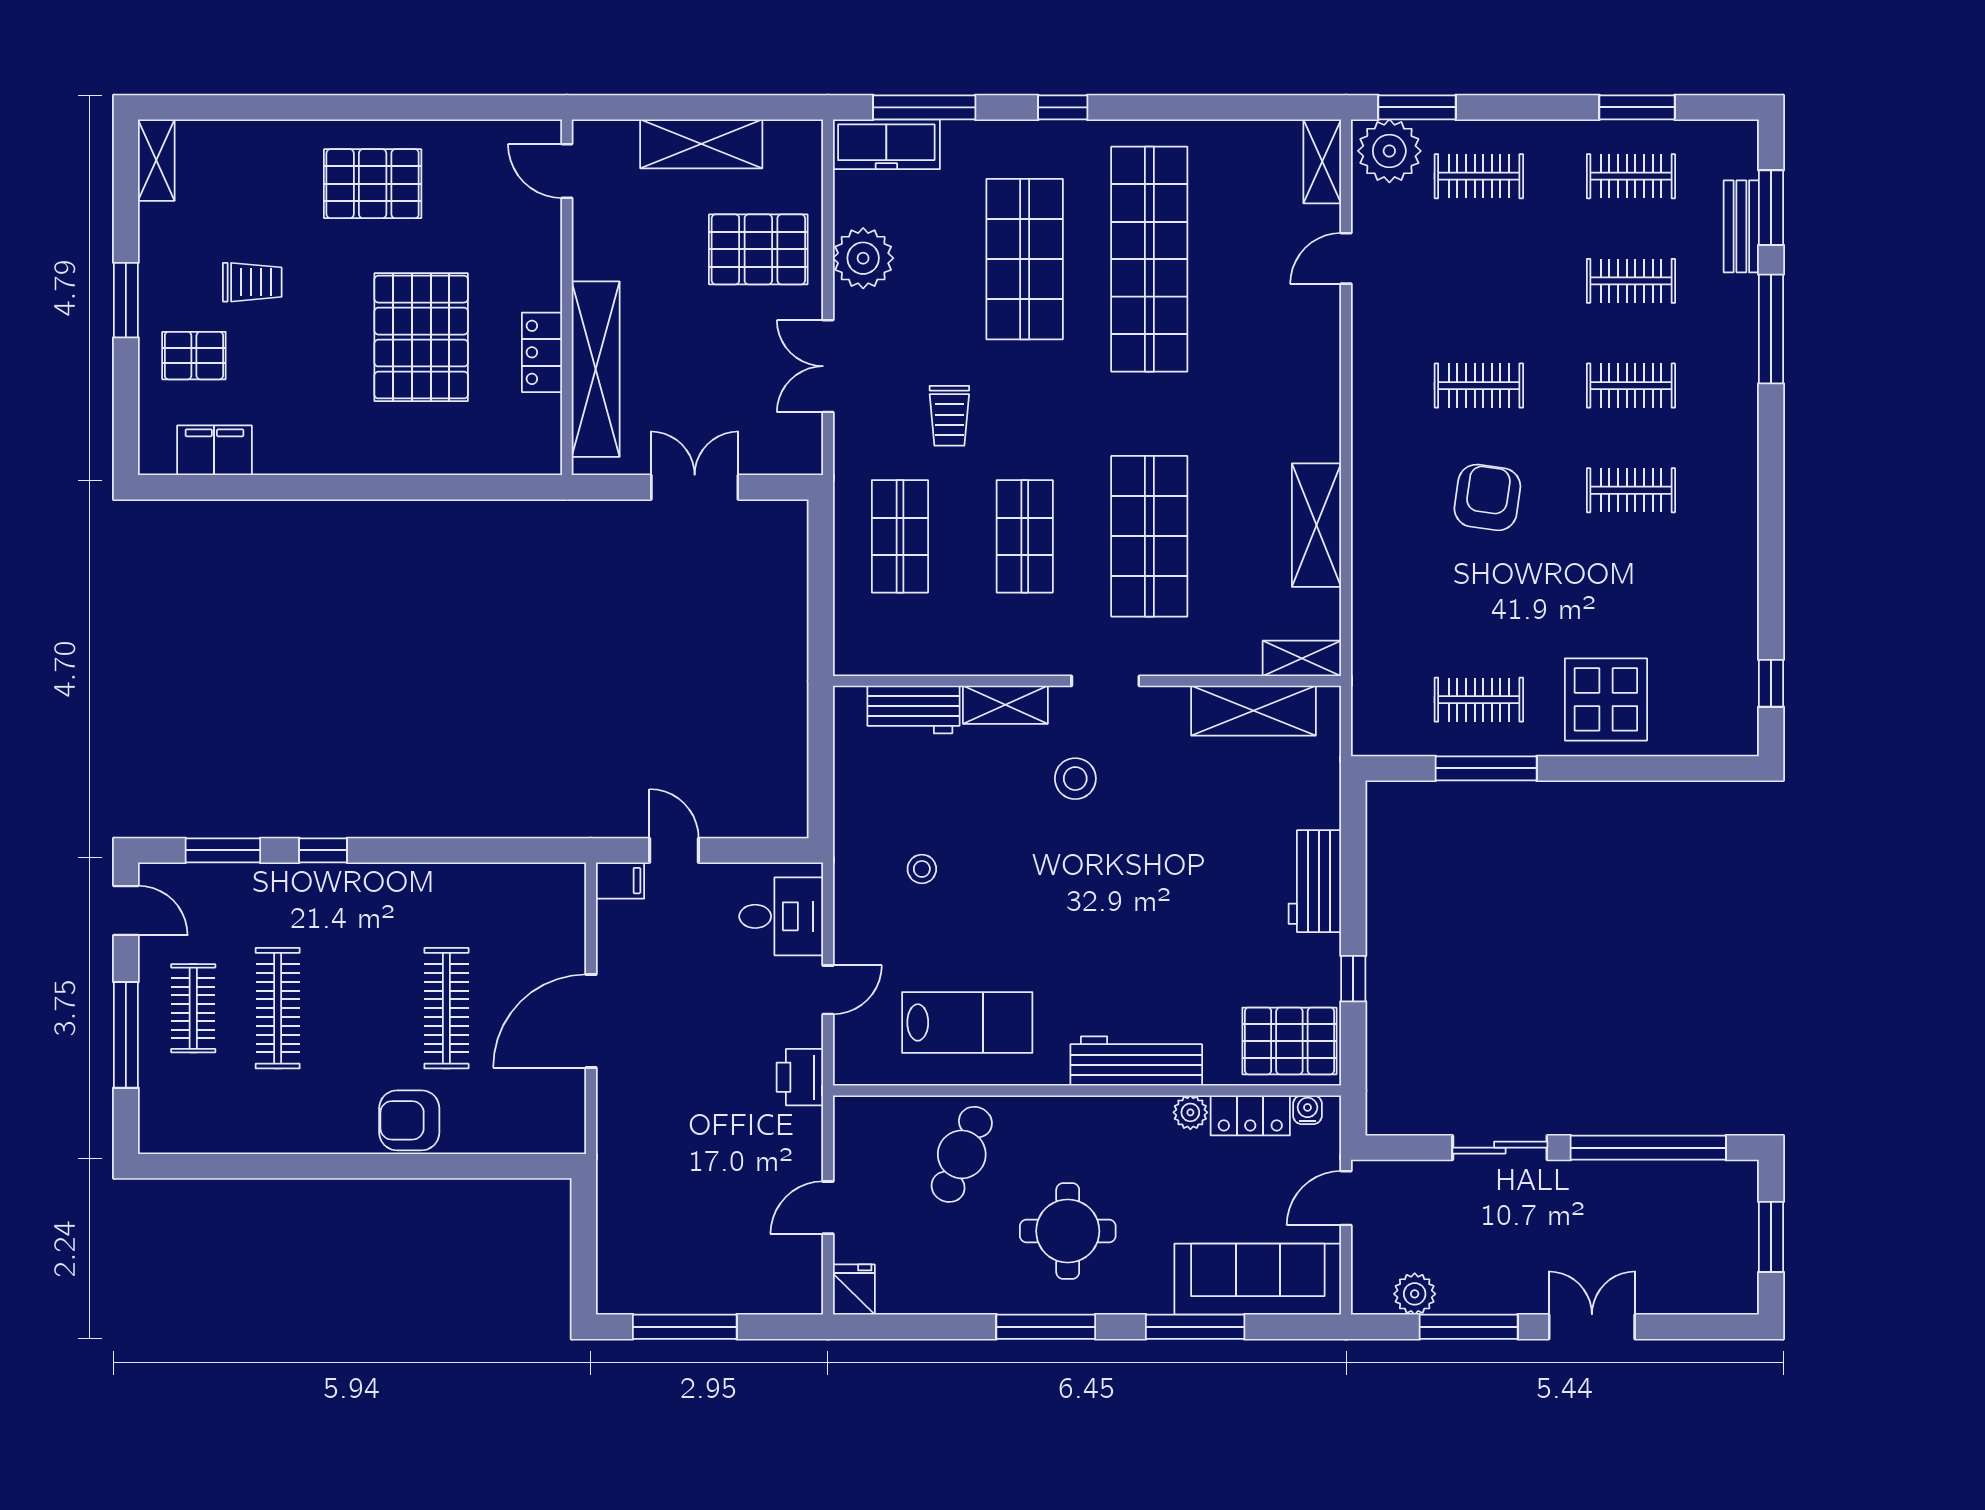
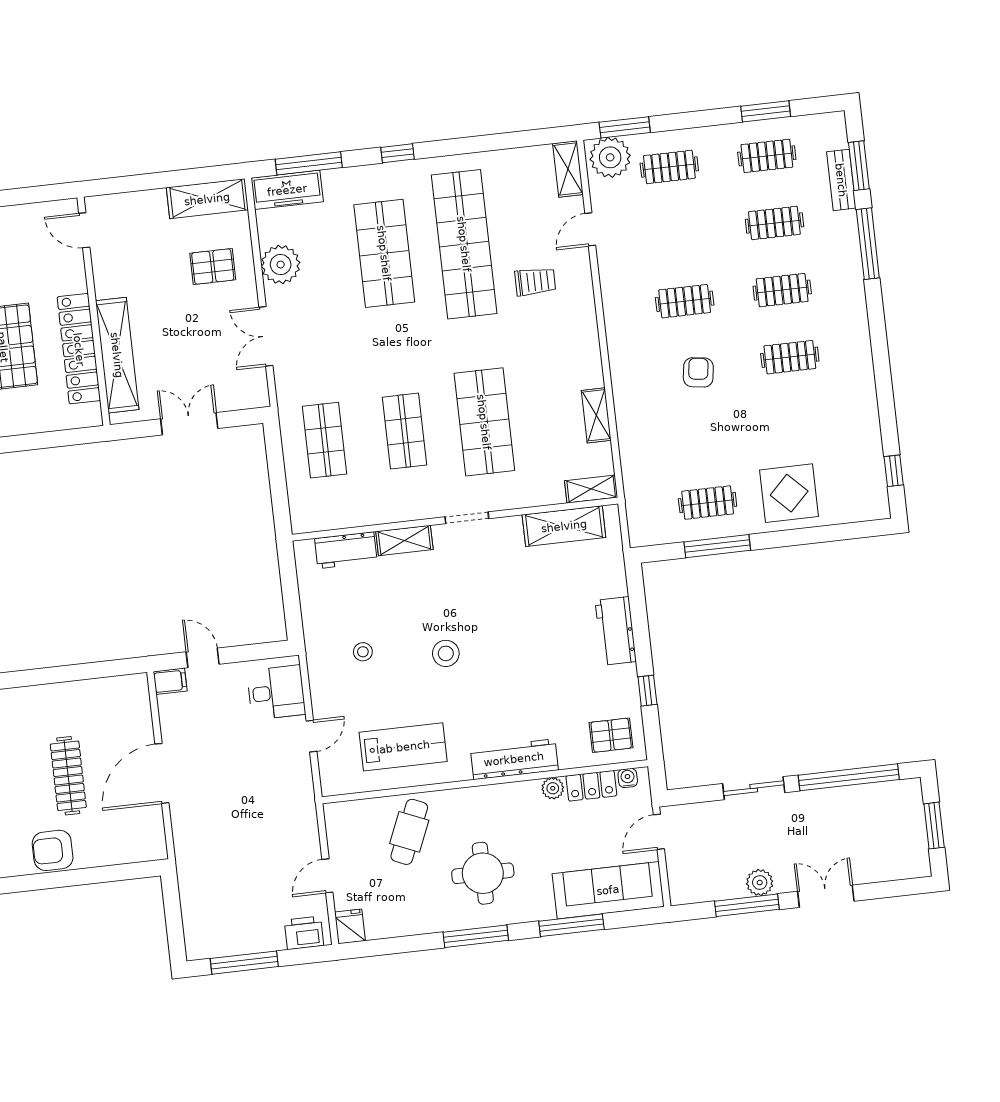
shelving: (701, 144) -> (207, 199), moved
pallet: (758, 249) -> (213, 267), width x0.67, depth x0.71
locker: (542, 352) -> (79, 349), width x2.16, depth x1.21
trolley: (949, 416) -> (535, 282), moved, turned -90
armchair: (1487, 497) -> (698, 372), width x0.72, depth x0.72
shelving: (1316, 525) -> (596, 415), width x0.67, depth x0.75
stool: (1075, 779) -> (446, 653), moved
pallet: (1289, 1041) -> (611, 735), width x0.67, depth x0.71
printer: (800, 1077) -> (304, 933), moved, turned 90
plant: (1415, 1294) -> (760, 883), moved

